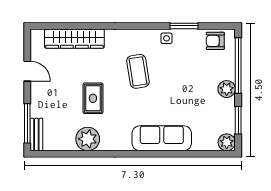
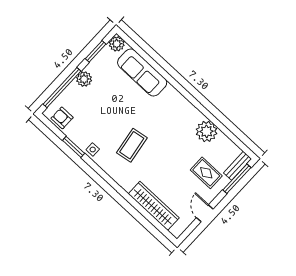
armchair: (215, 41) -> (62, 118), turned 180
rug: (93, 98) -> (206, 173), moved, turned 90
sofa: (162, 138) -> (142, 73), moved

